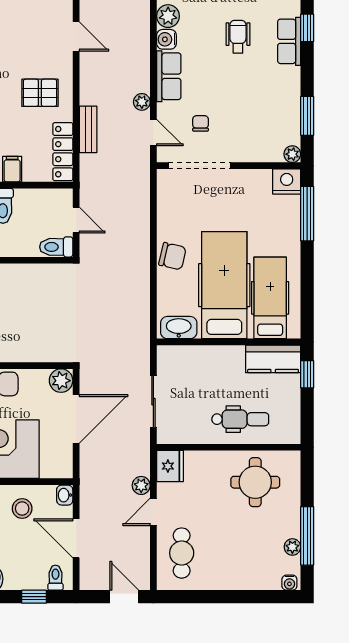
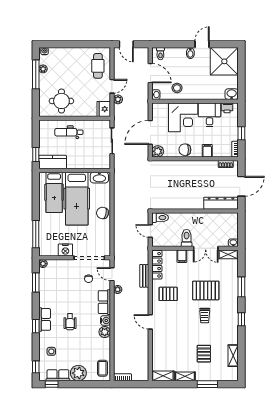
nightstand: (287, 181) -> (65, 250), moved
window: (34, 597) -> (171, 44), removed

